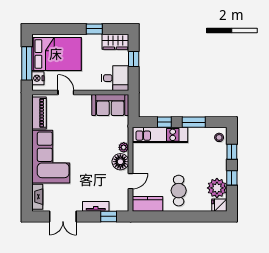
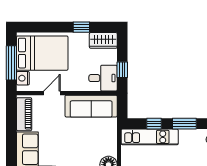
window: (134, 59) -> (122, 70), moved
door: (66, 93) -> (52, 93), hinge flipped
sofa: (110, 105) -> (91, 106), width x1.36
plant: (124, 147) -> (112, 150), removed

